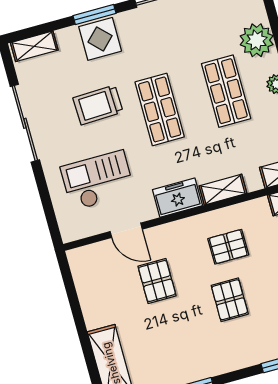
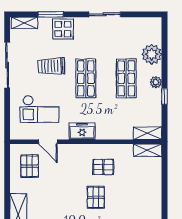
window: (95, 15) -> (51, 14), moved
checkout: (98, 180) -> (39, 109), turned 180
shelving: (223, 190) -> (109, 134), removed
pallet: (157, 281) -> (30, 166), moved

